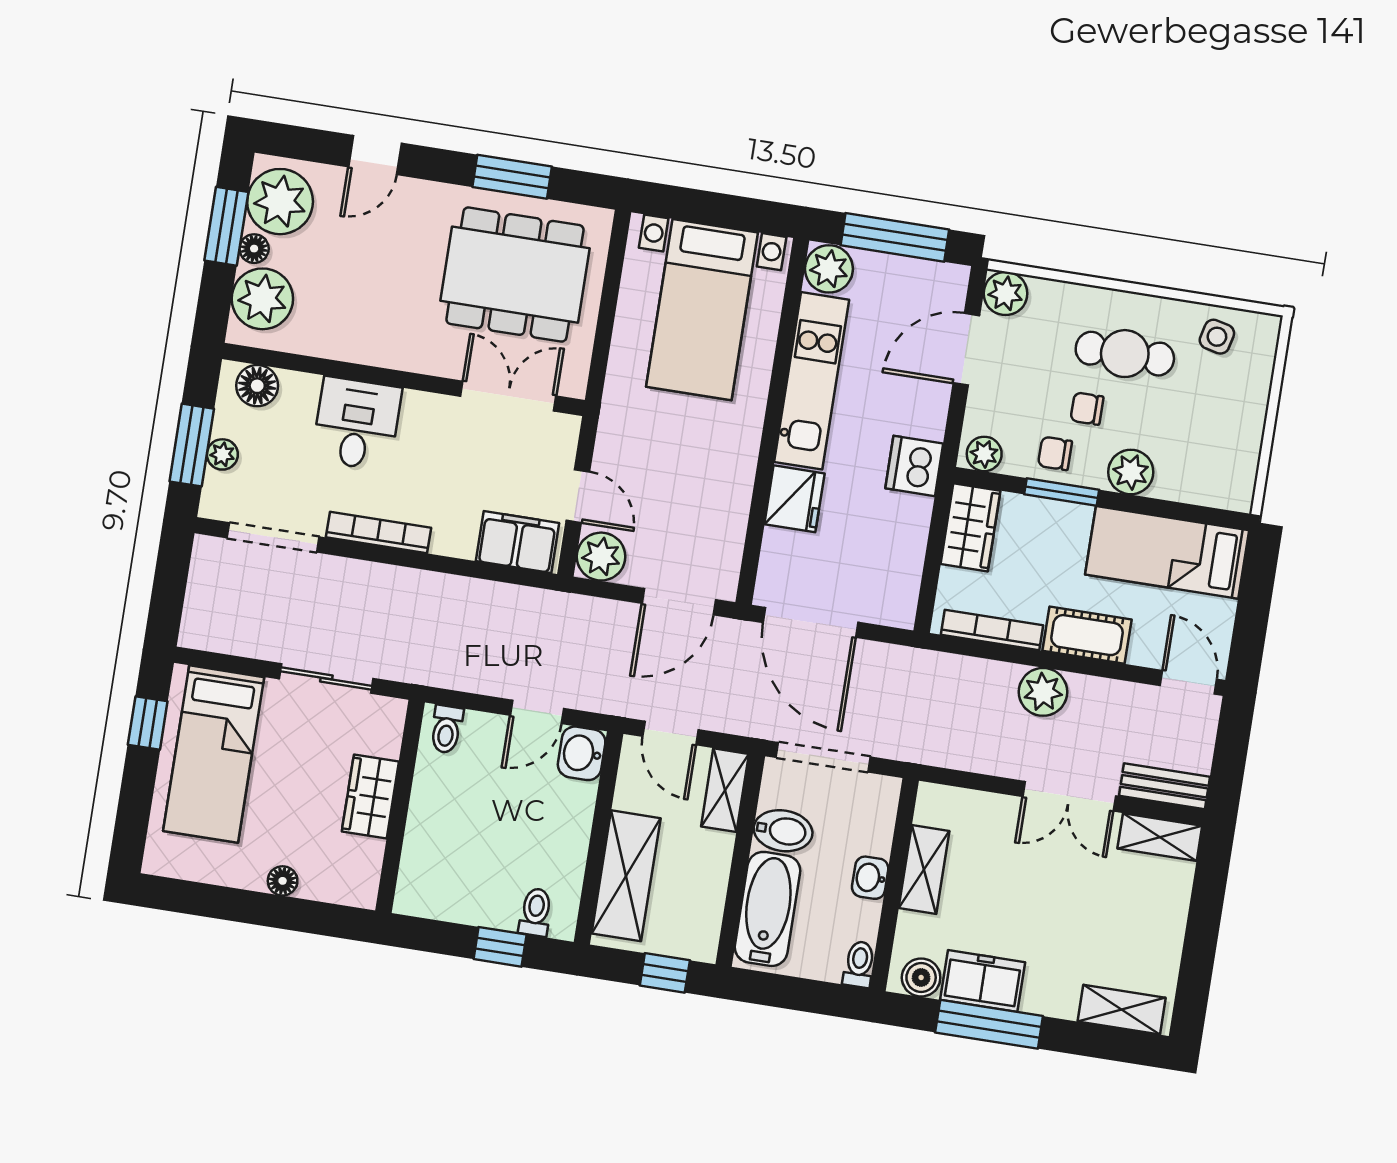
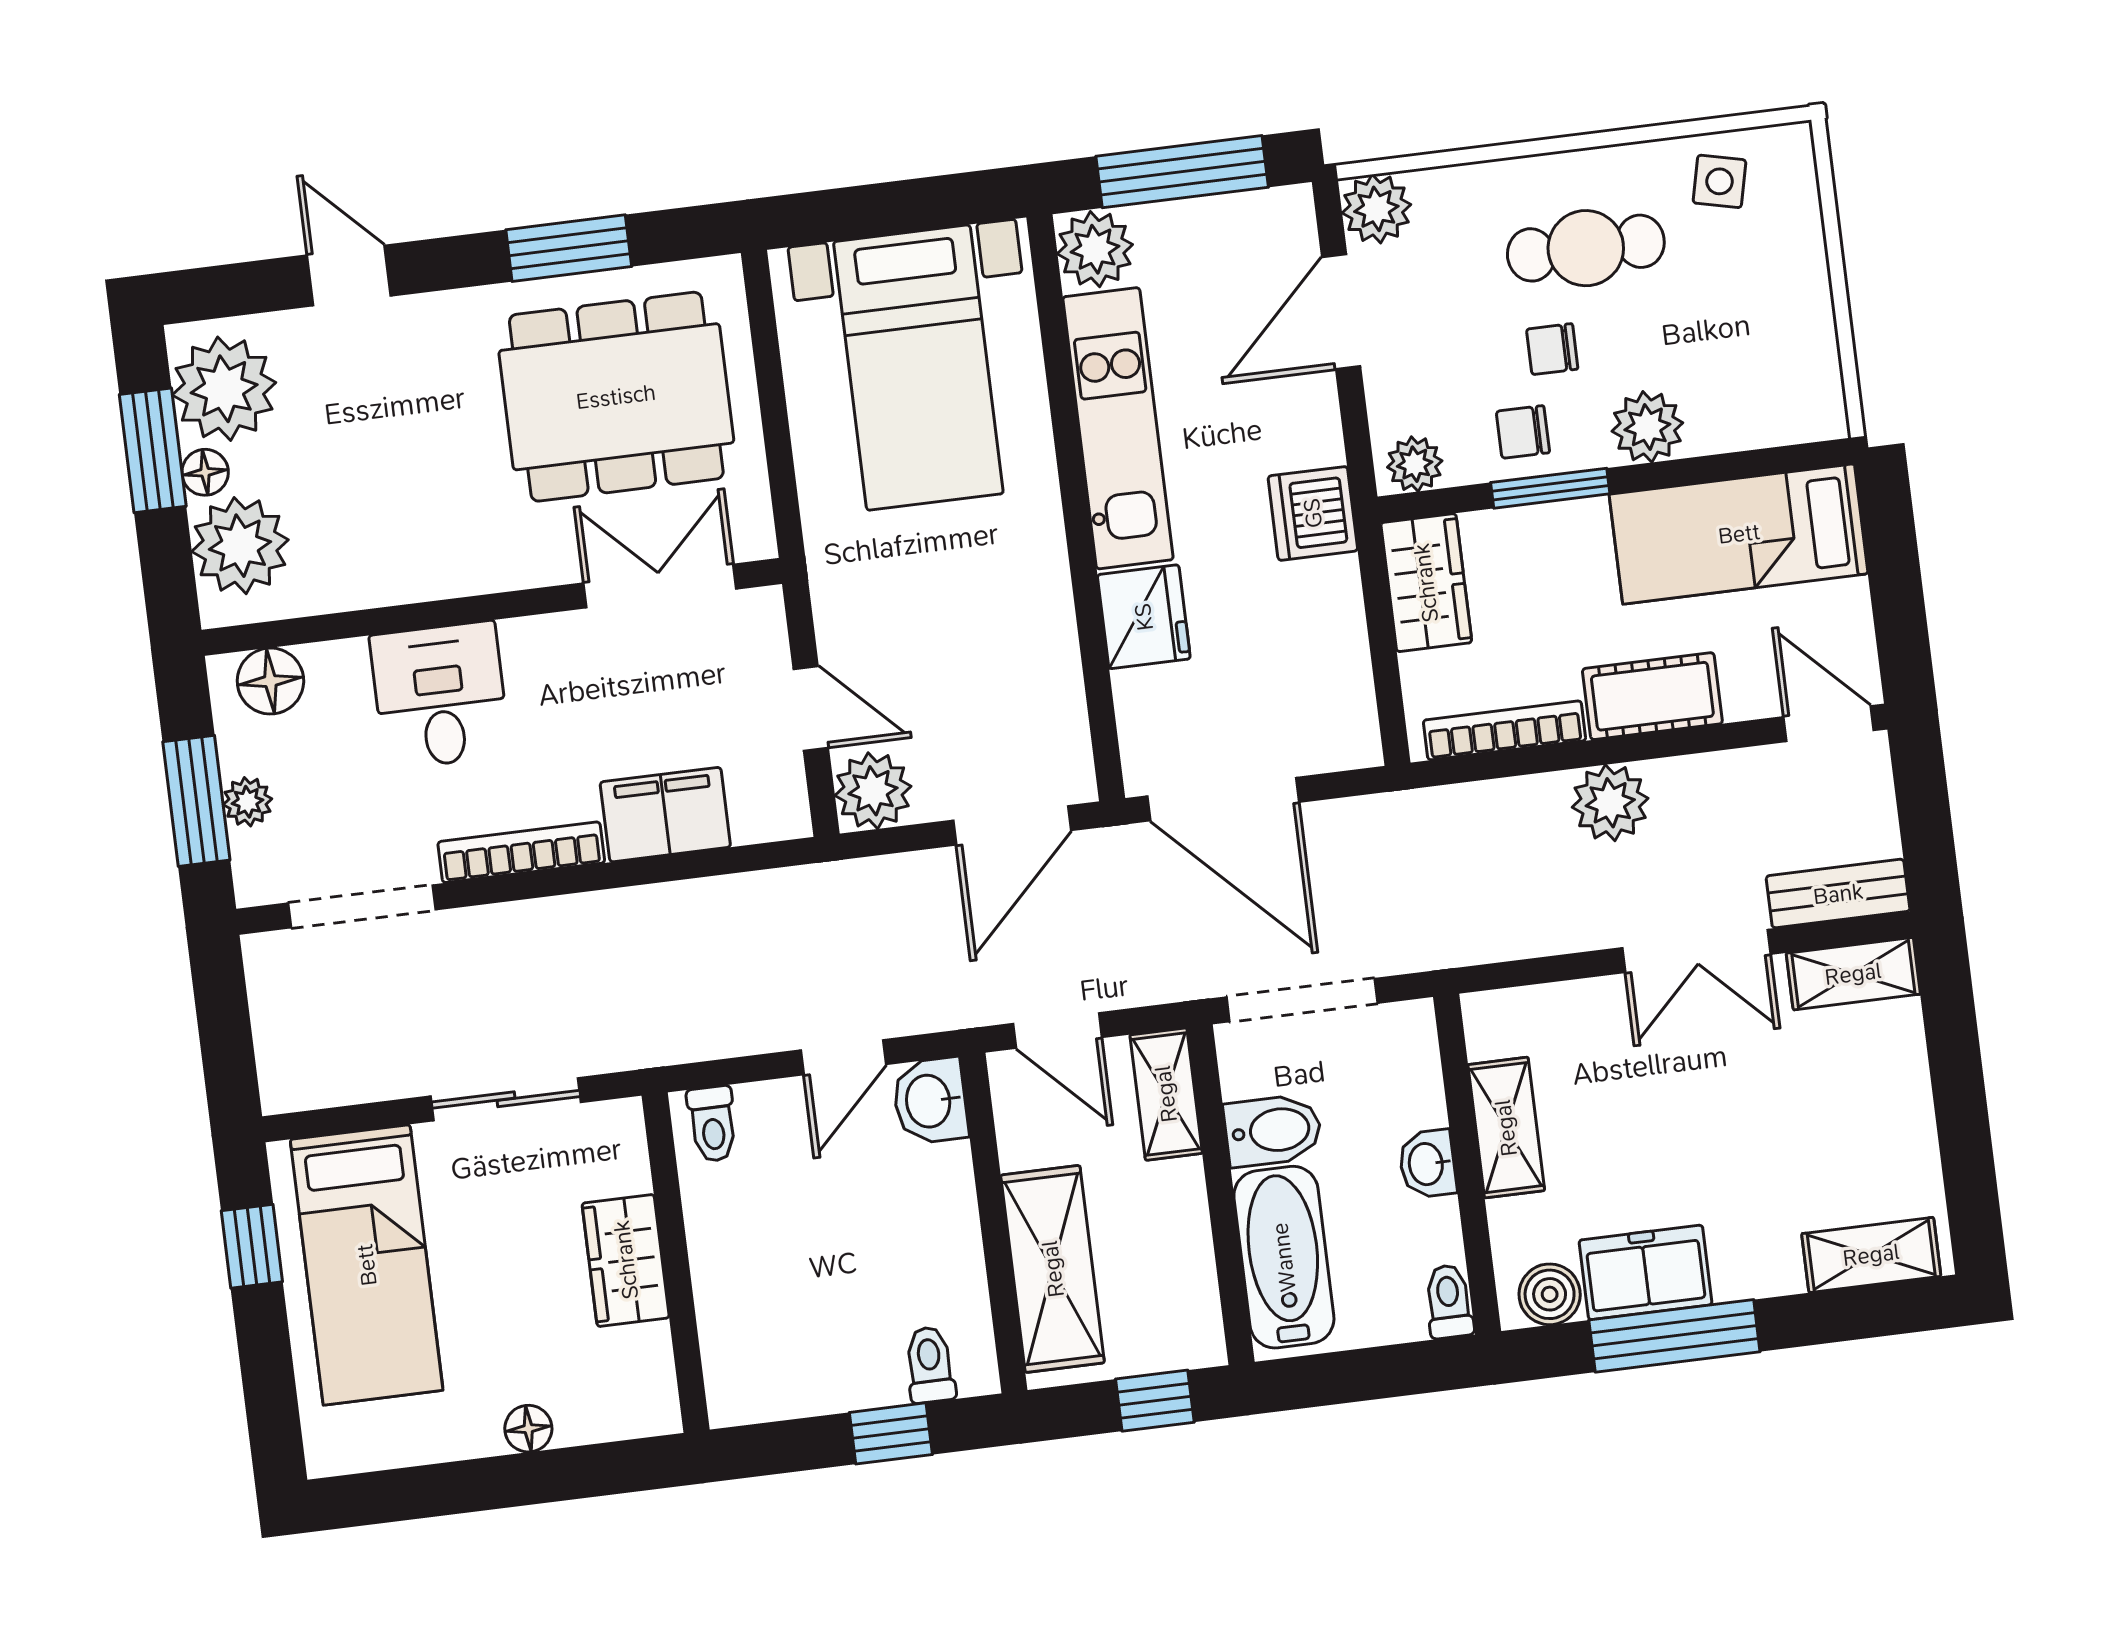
door: (375, 155) -> (349, 275), swing flipped
filing cabinet: (517, 542) -> (665, 815), moved

